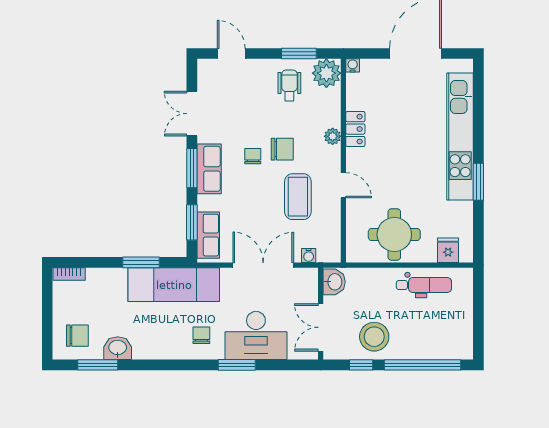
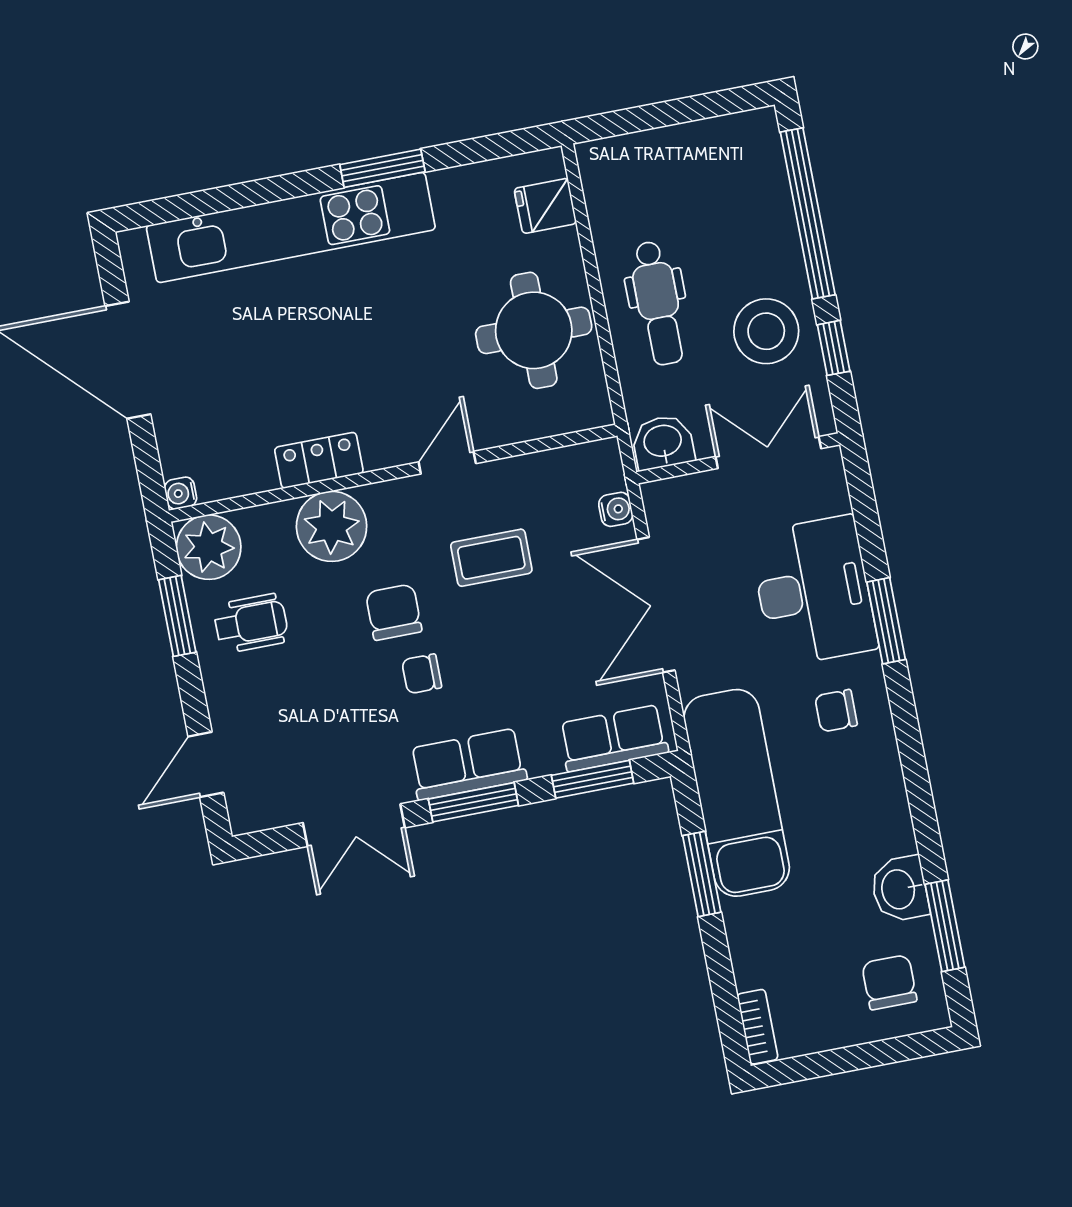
wheelchair: (289, 85) -> (251, 623), turned 180
plant: (333, 136) -> (332, 526), width x1.87, depth x1.87
coffee table: (298, 197) -> (491, 558), width x0.73, depth x0.77
dental chair: (424, 285) -> (658, 303), moved, turned 180
double door: (321, 327) -> (768, 453), swing flipped

